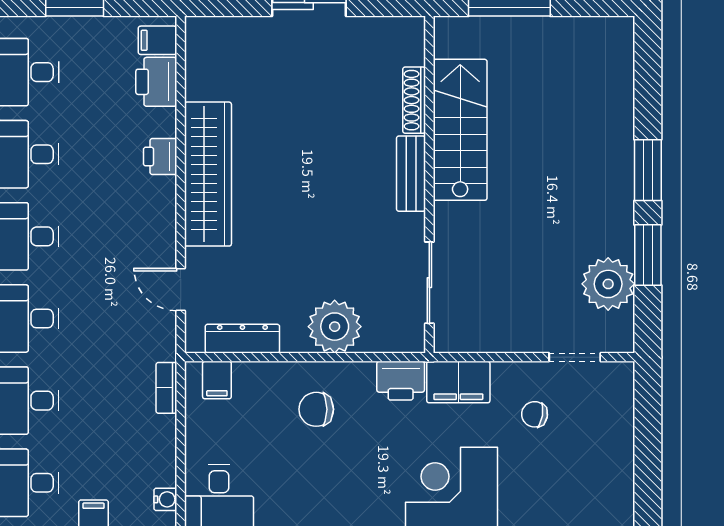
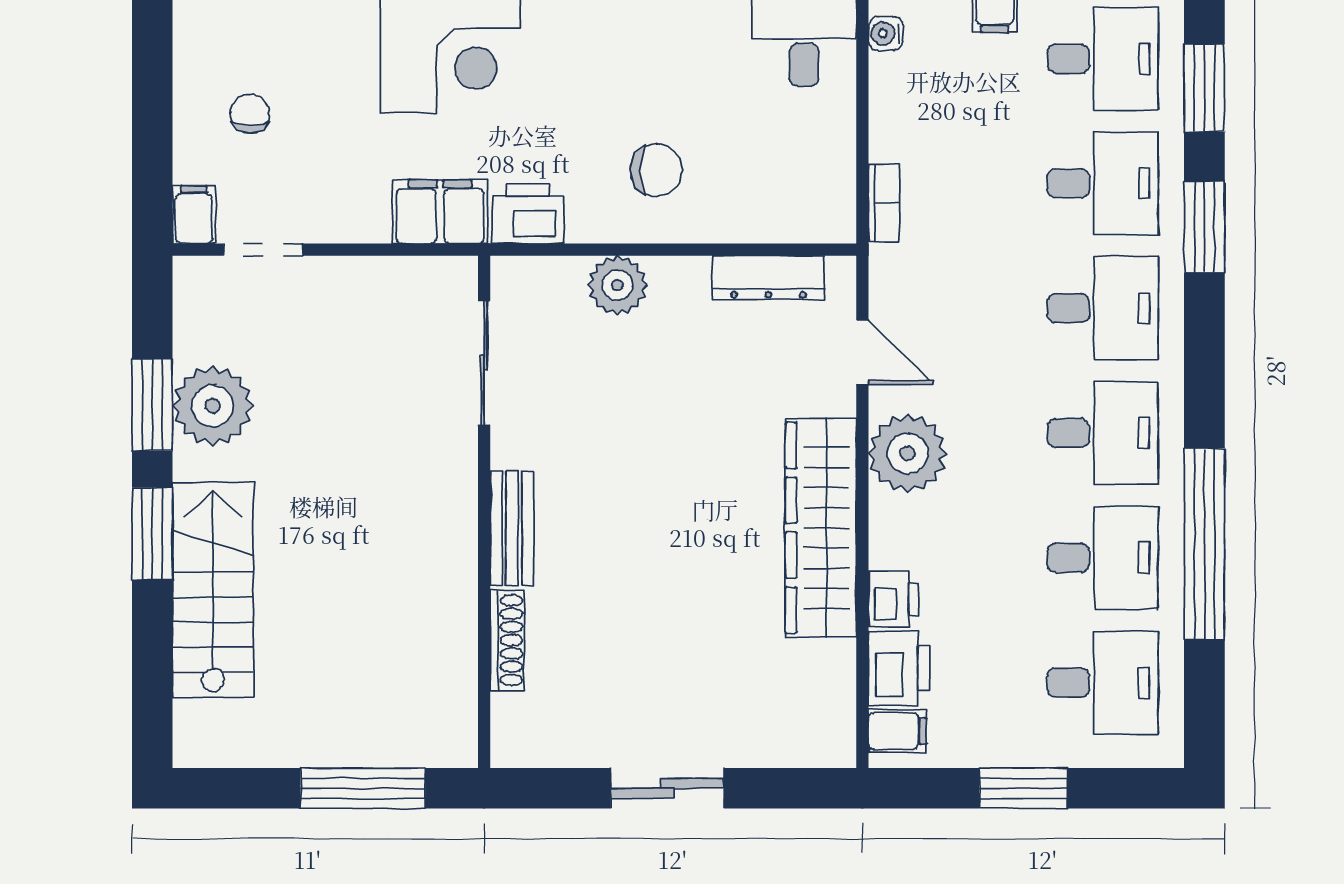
stairs: (460, 130) -> (213, 590), moved, turned 180
printer: (160, 157) -> (894, 599), moved
plant: (151, 223) -> (908, 453), added
plant: (608, 284) -> (213, 406), moved
plant: (335, 327) -> (617, 285), width x0.73, depth x0.73
filing cabinet: (217, 380) -> (194, 215), moved
chair: (535, 414) -> (250, 114), moved, turned -100

